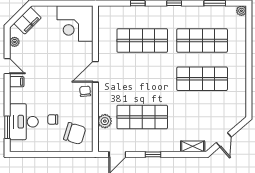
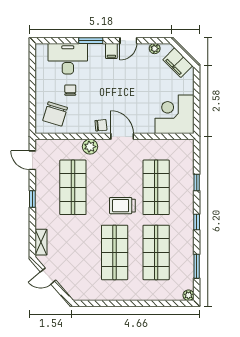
trolley: (159, 72) -> (122, 206), added
plant: (105, 121) -> (90, 147), moved
window: (7, 127) -> (91, 41), moved

